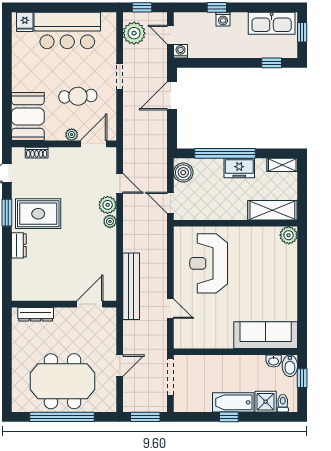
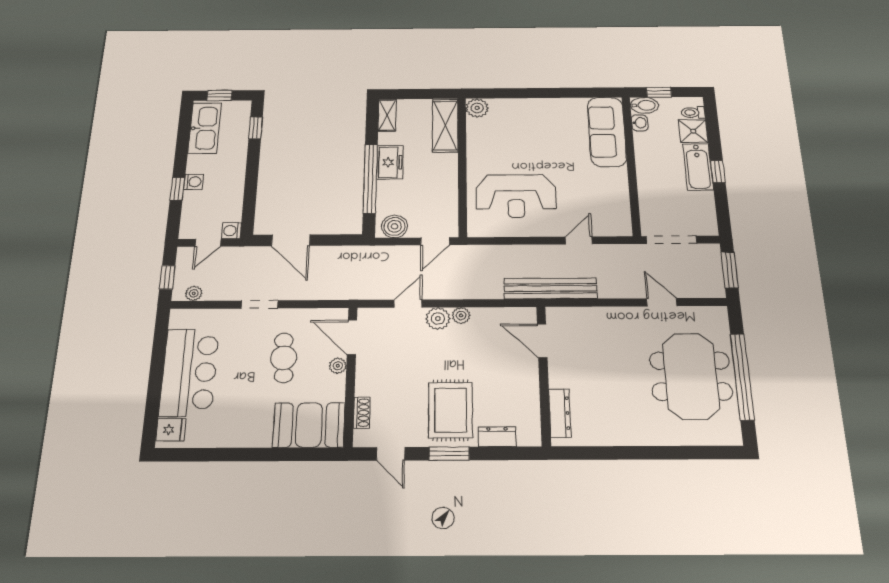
plant: (134, 33) -> (194, 293), width x0.53, depth x0.53
wall: (64, 304) -> (544, 375), moved
door: (90, 304) -> (542, 341), moved
dresser: (36, 314) -> (560, 413), moved

